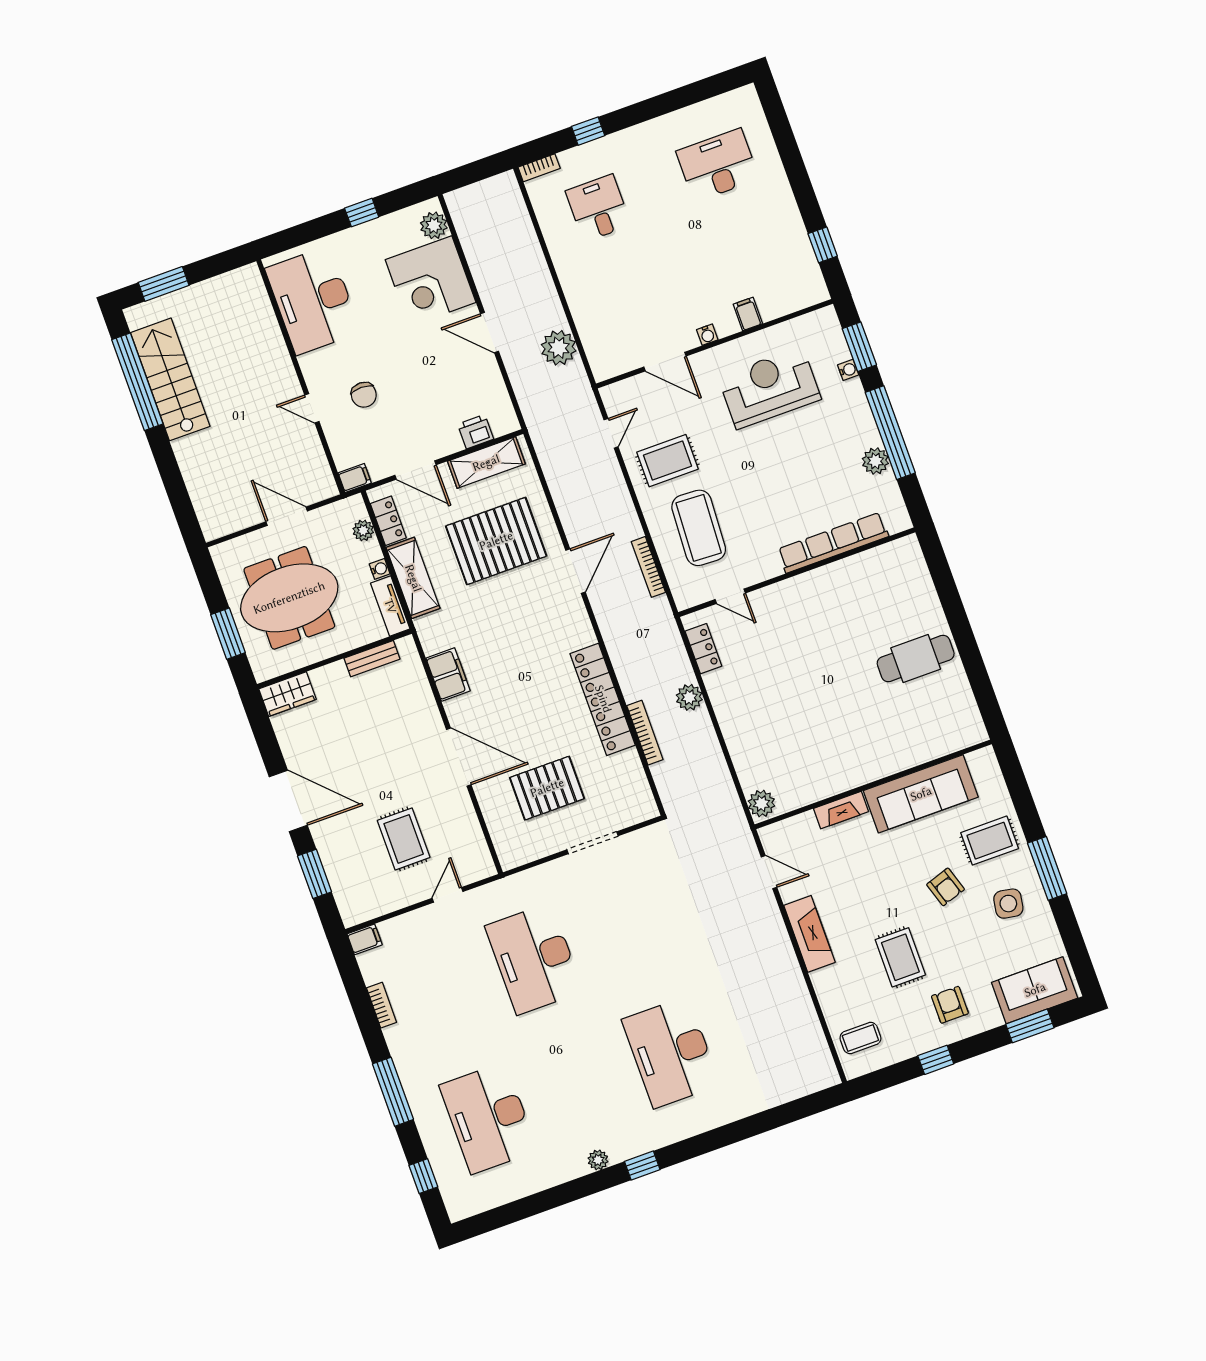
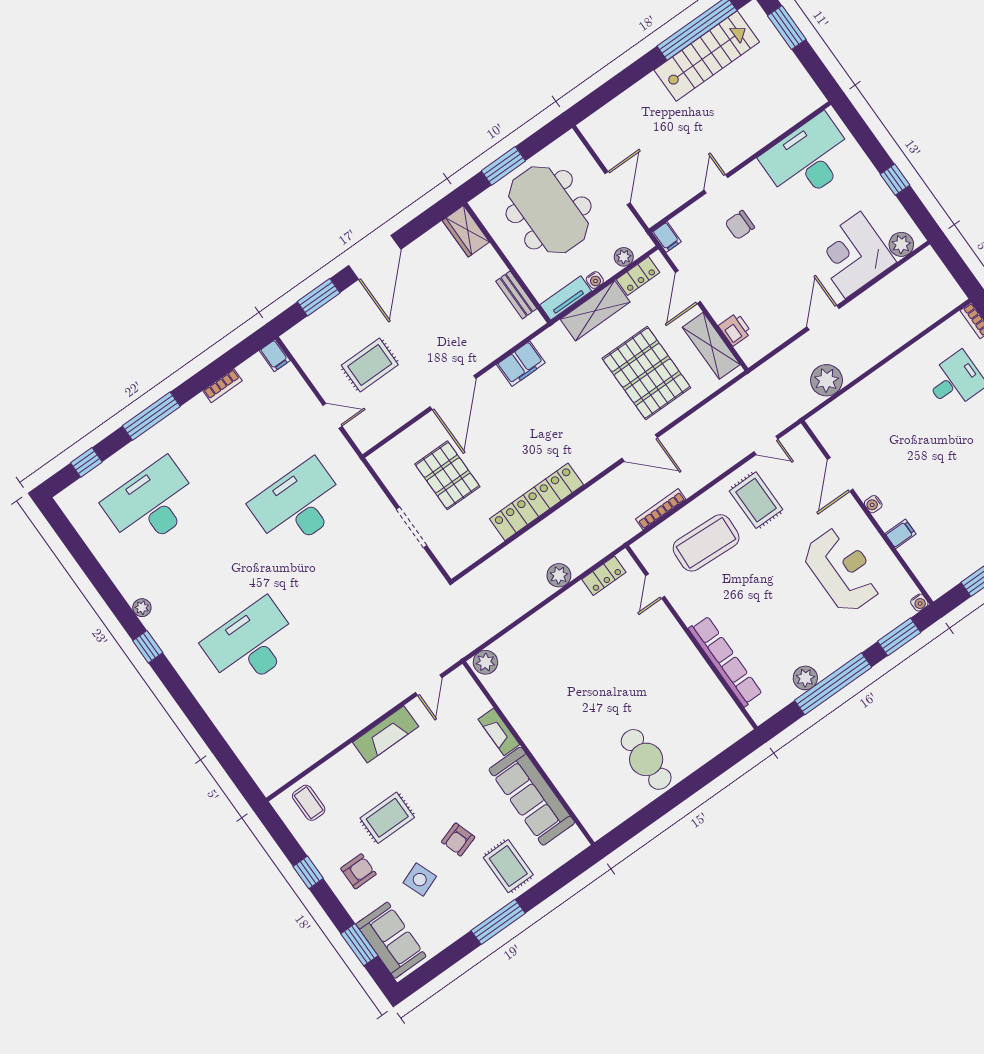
water cooler: (848, 370) -> (919, 603), moved
bookcase: (645, 733) -> (518, 546), removed
side table: (1008, 904) -> (420, 880), moved, turned -31

